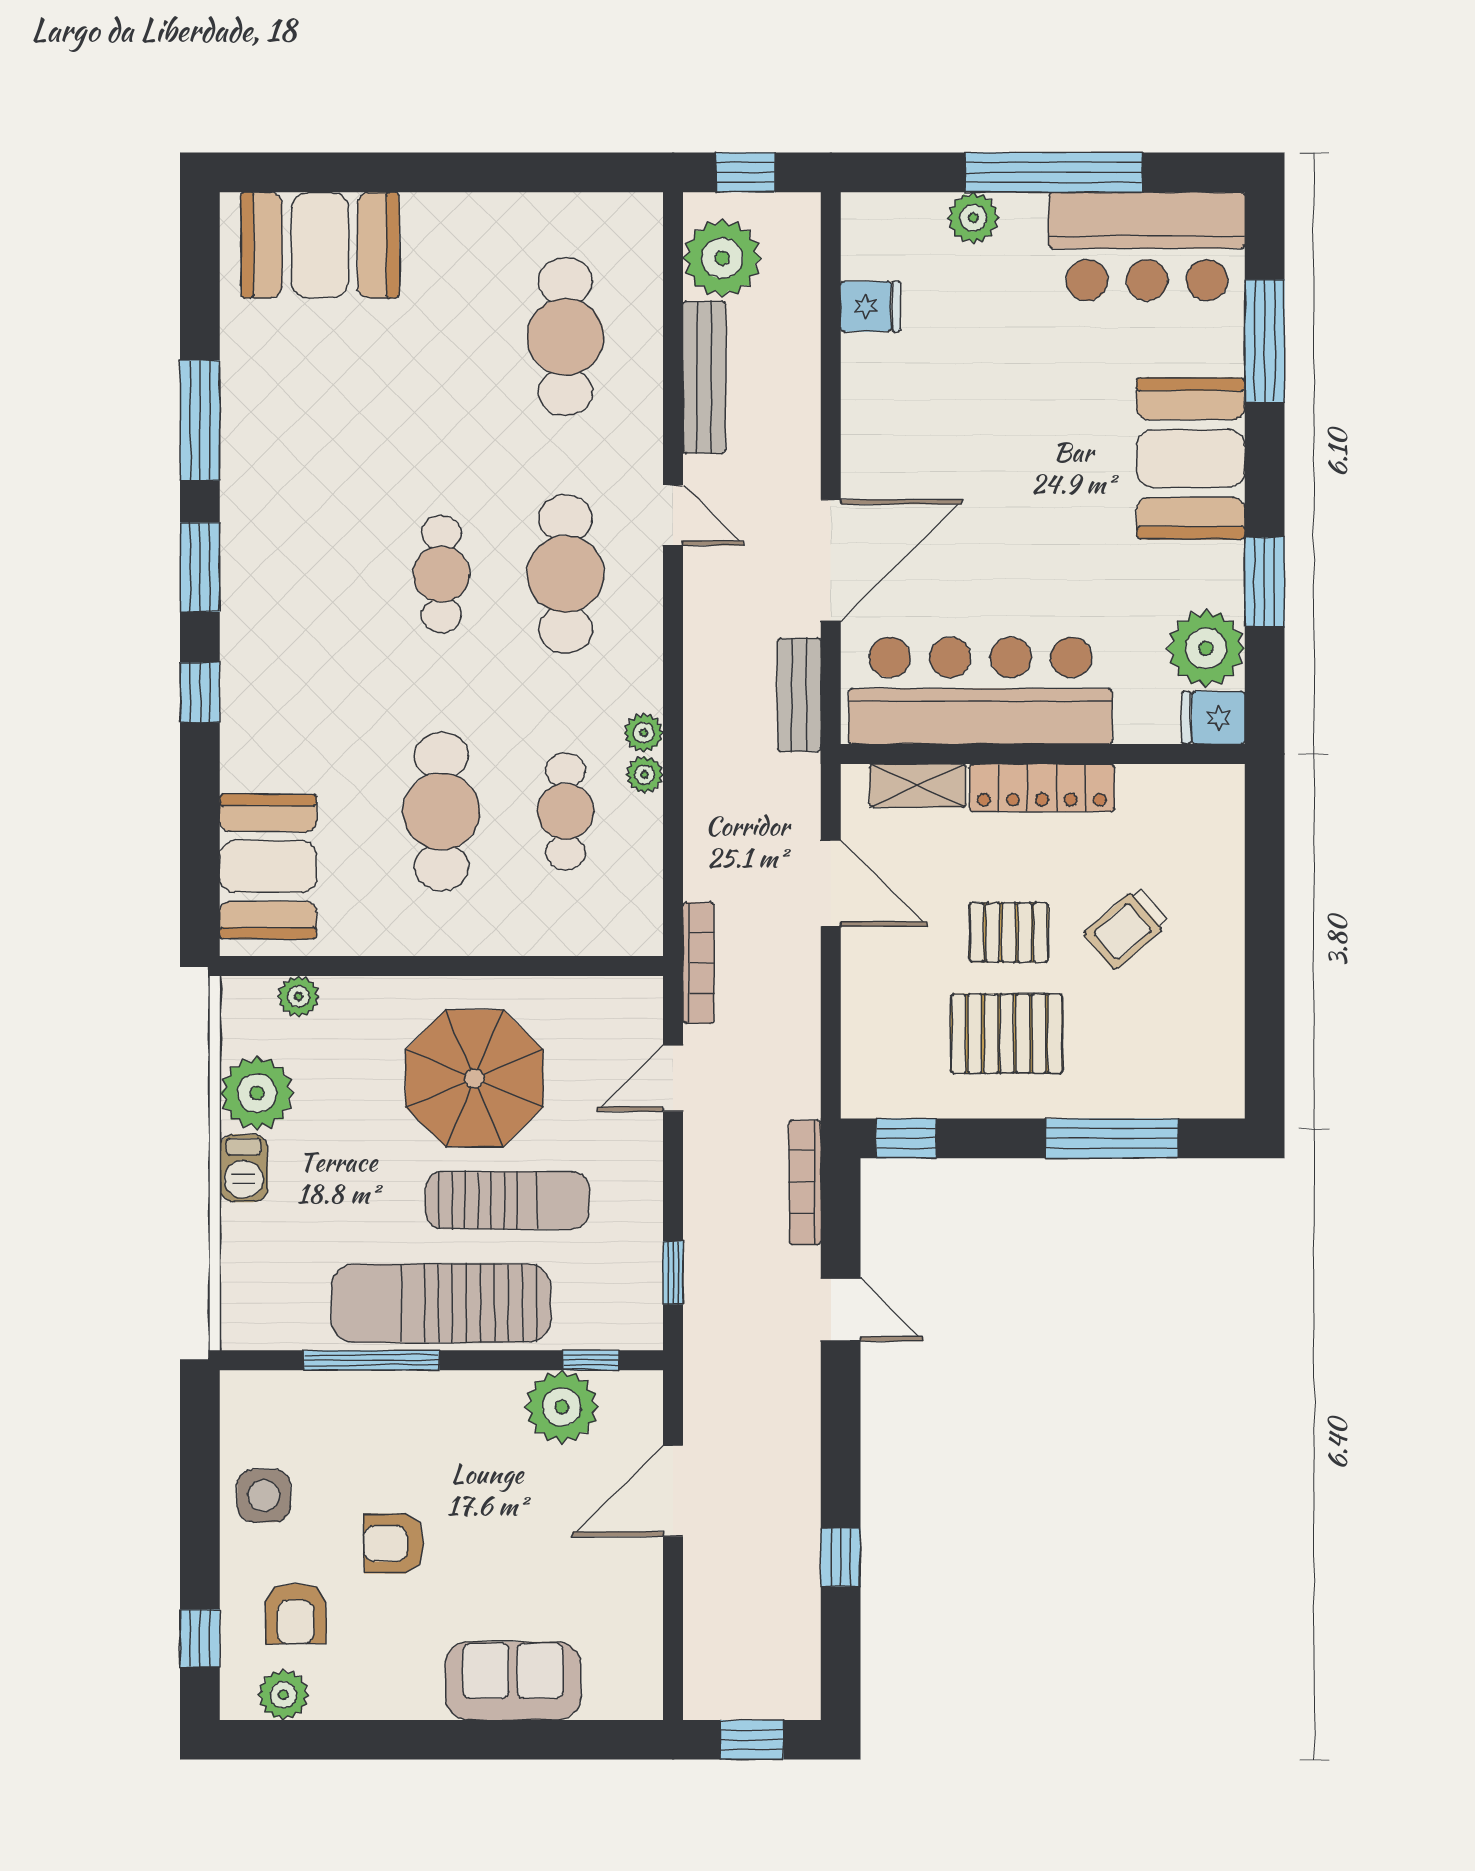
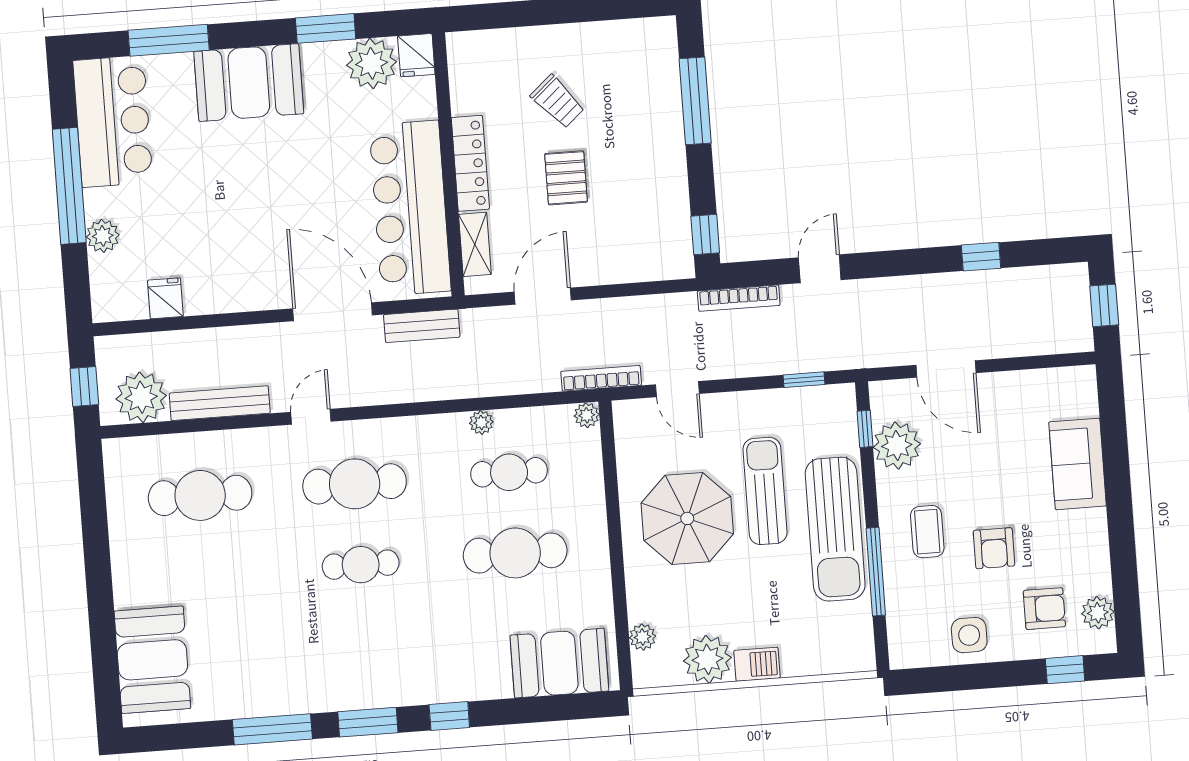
plant: (644, 733) -> (587, 415), moved
pallet: (1007, 1034) -> (632, 174), removed
coffee table: (427, 1444) -> (927, 532), added

